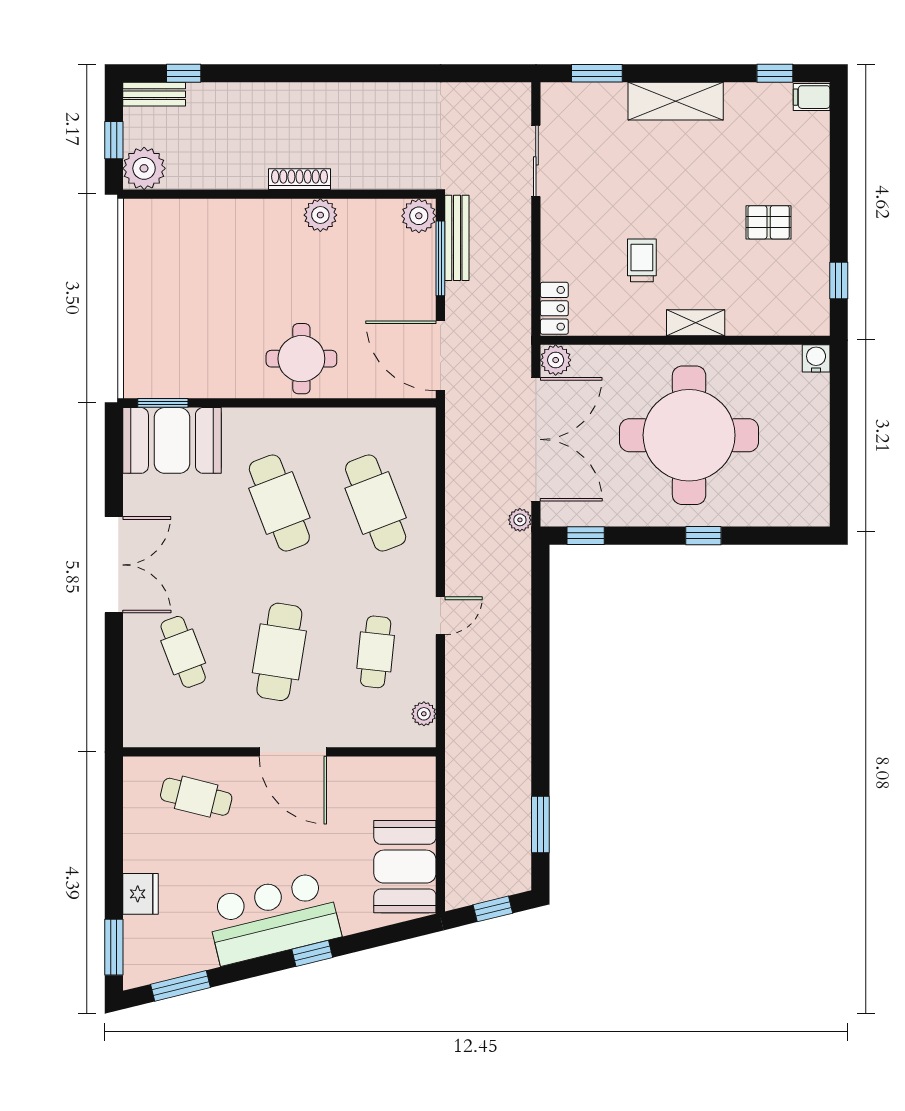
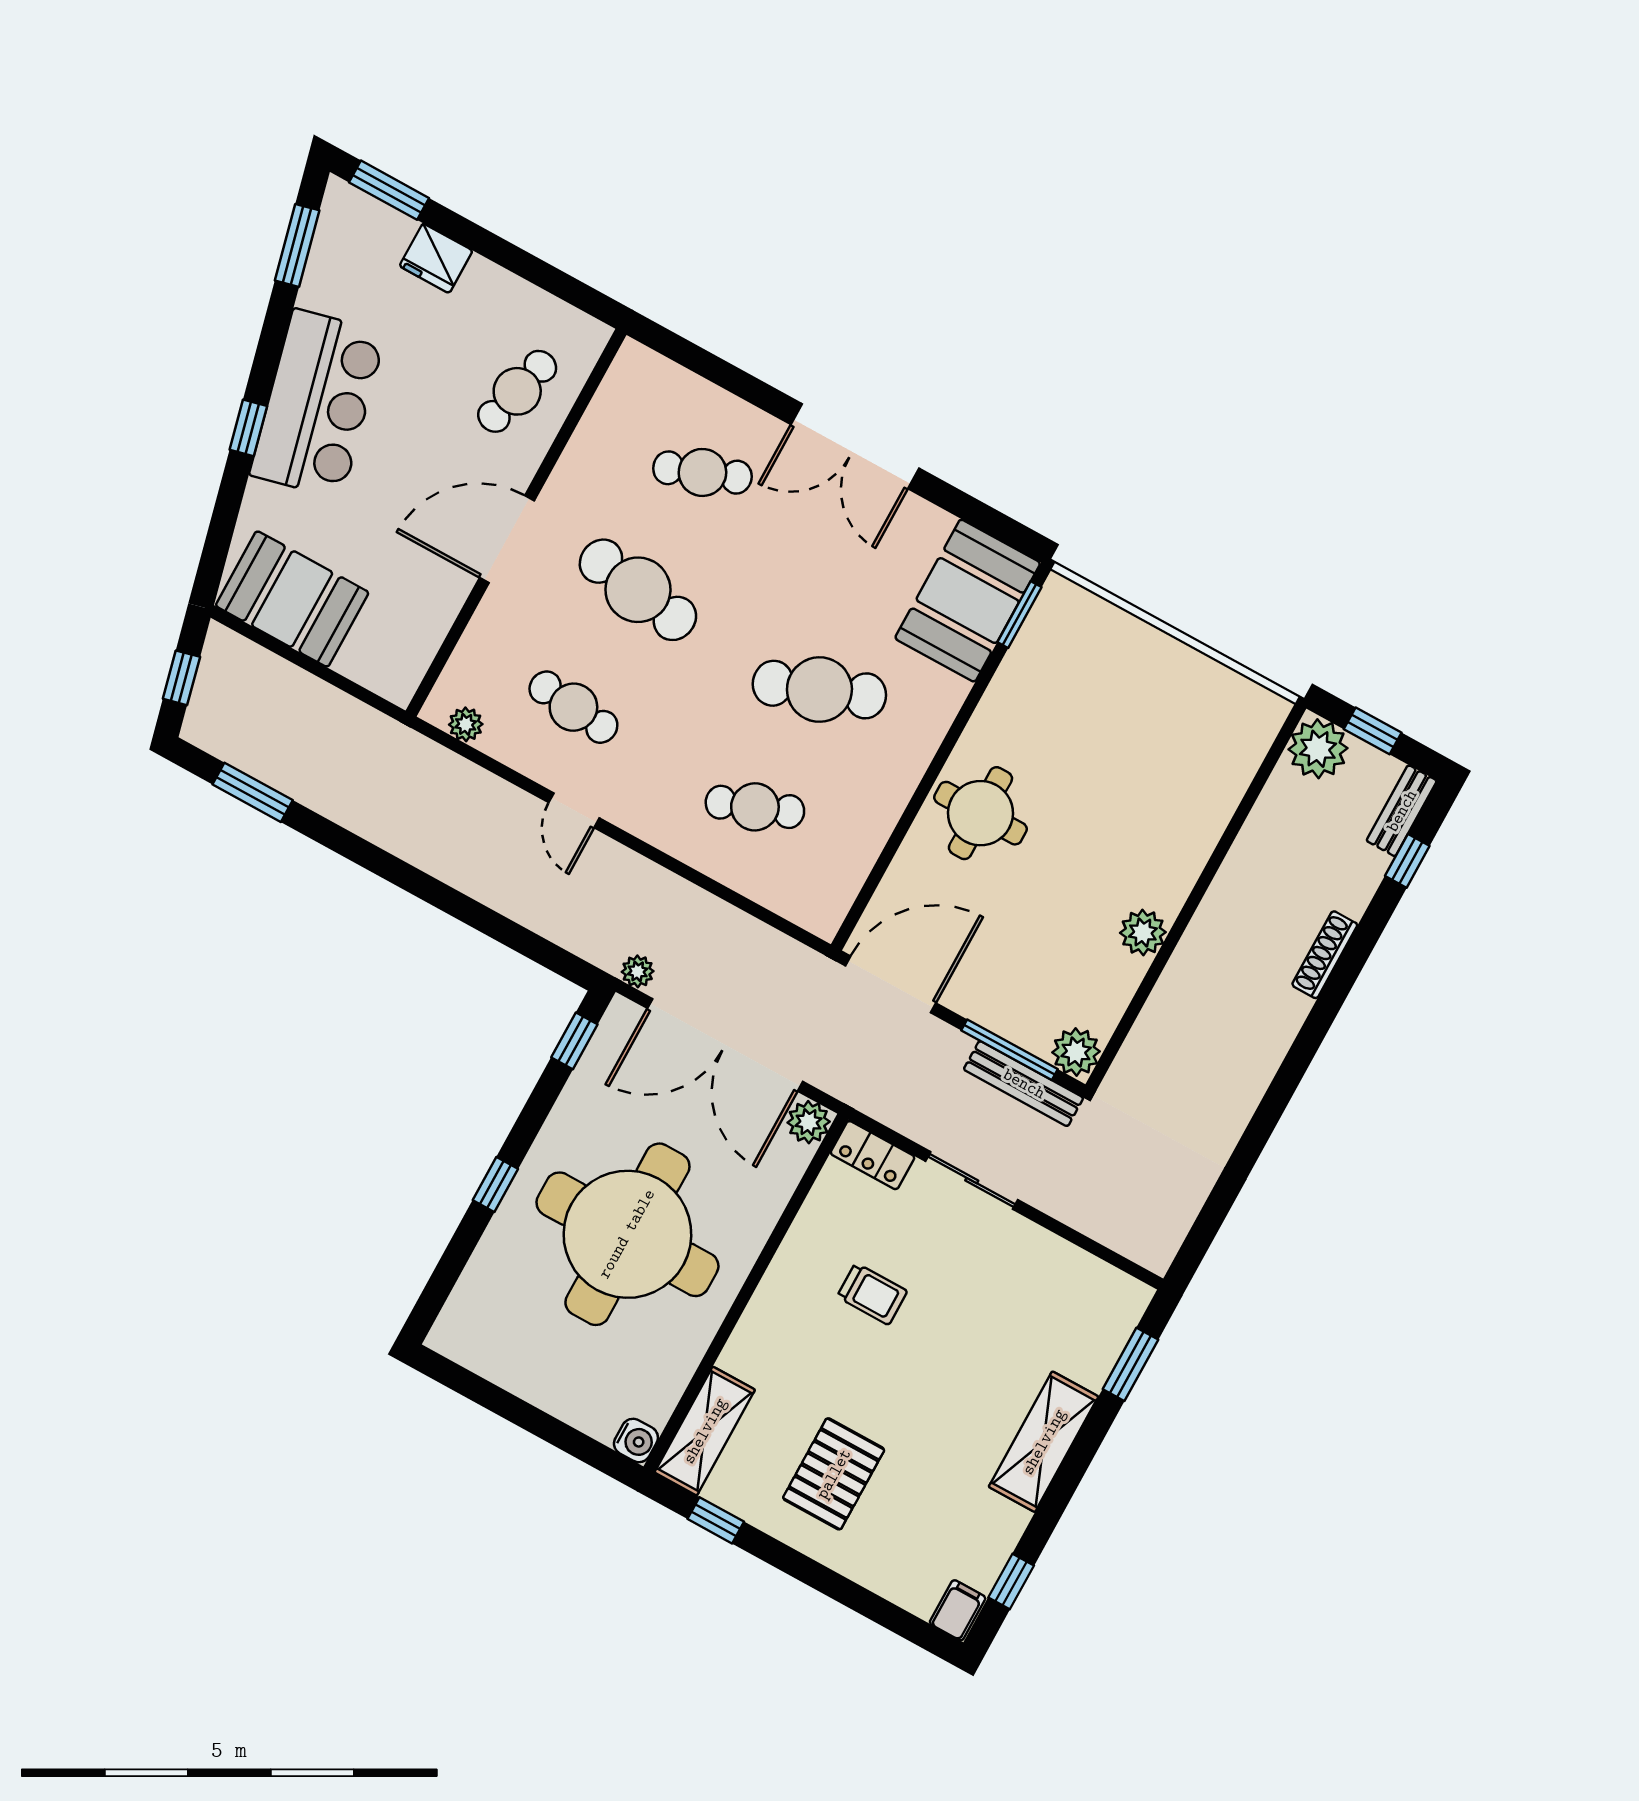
sliding door: (536, 161) -> (972, 1180), moved
shoe rack: (299, 179) -> (1325, 955), moved, turned 180
pallet: (769, 222) -> (834, 1474), width x1.50, depth x1.42
shelving: (696, 323) -> (705, 1431), moved, width x1.50, depth x1.33
cafe table: (376, 503) -> (755, 807), width x0.73, depth x0.74

